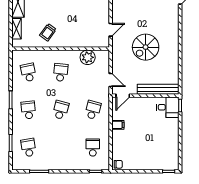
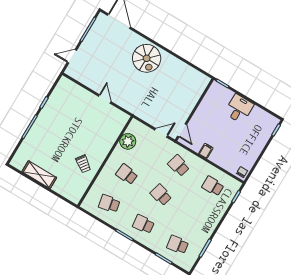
shelving: (16, 29) -> (63, 191), removed
door: (111, 30) -> (105, 99), moved
spiral stairs: (146, 47) -> (147, 58), moved
bench: (158, 89) -> (196, 95), removed
desk: (168, 107) -> (239, 109), moved

